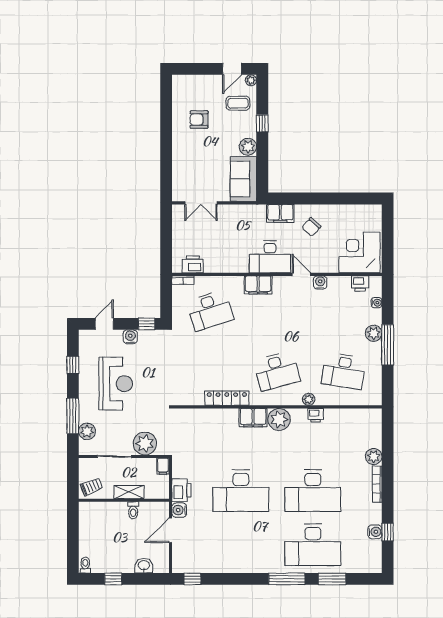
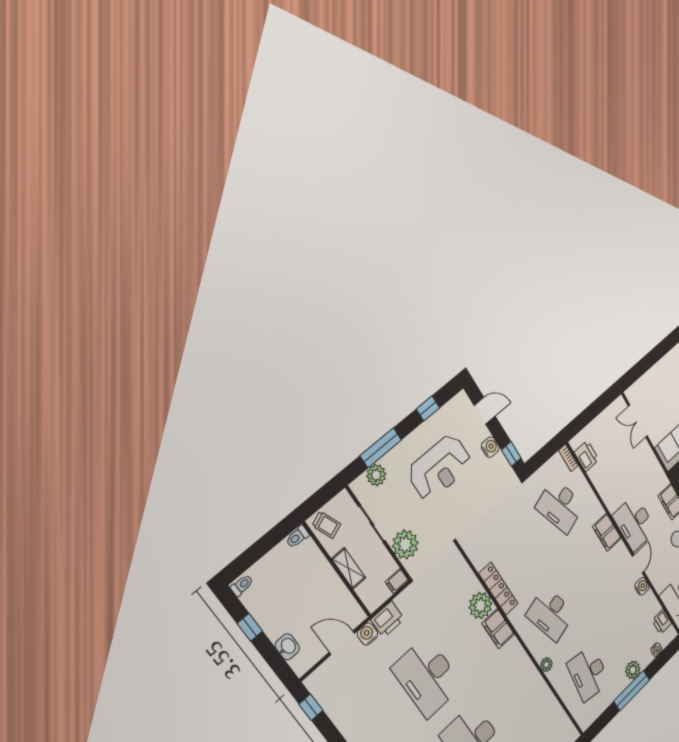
printer: (316, 415) -> (538, 684), removed
plant: (279, 419) -> (480, 606), moved
toilet: (133, 510) -> (297, 537), moved

